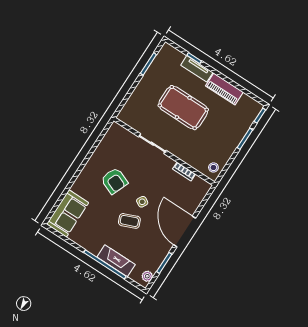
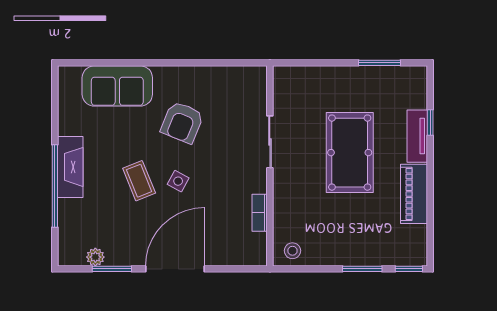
sofa: (68, 213) -> (117, 86), moved
fireplace: (116, 261) -> (70, 167), moved
plant: (147, 276) -> (95, 257), moved

